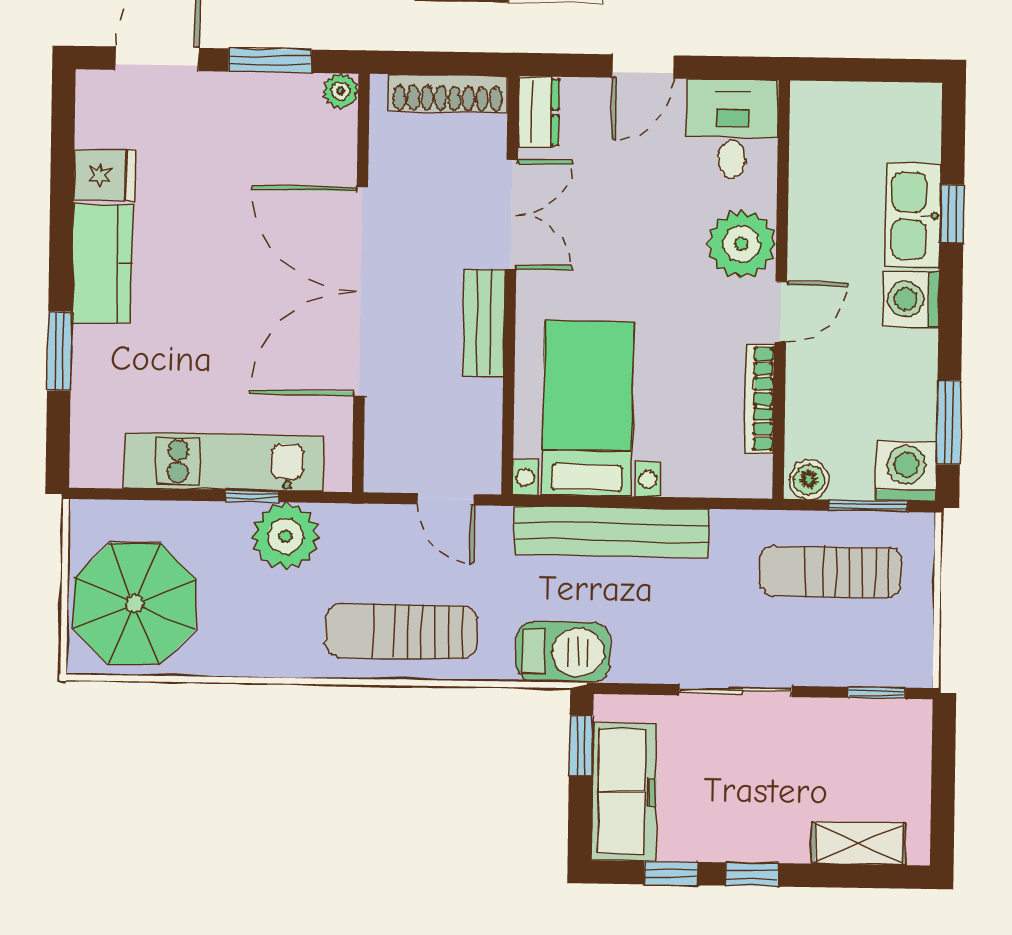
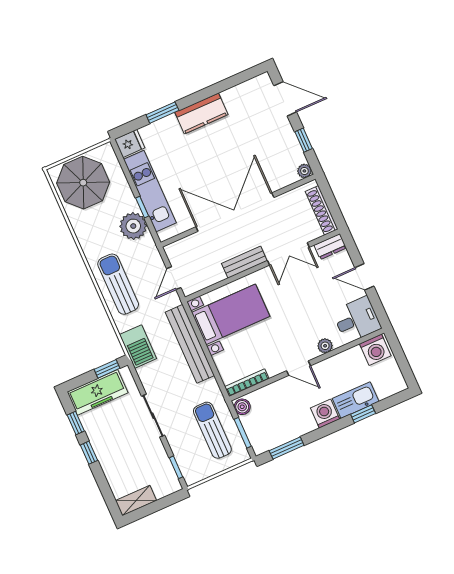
window: (270, 61) -> (304, 140), width x0.67
fridge: (104, 175) -> (130, 144), moved, turned -90
plant: (741, 244) -> (325, 346), width x0.53, depth x0.53
bookcase: (760, 399) -> (247, 383), moved
washing machine: (906, 471) -> (375, 350), moved, turned 90
shelving: (859, 843) -> (136, 501), moved, turned 90

